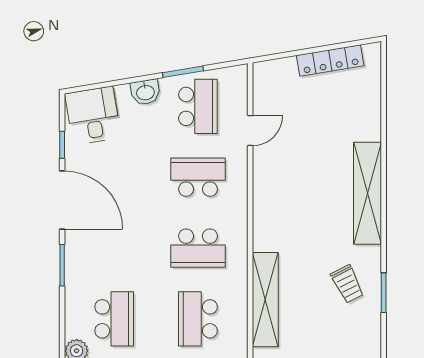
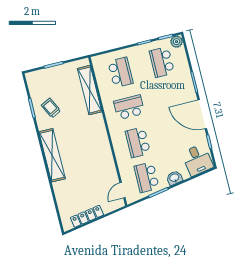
door: (250, 130) -> (123, 190), moved
school desk: (198, 177) -> (138, 142), turned 90

